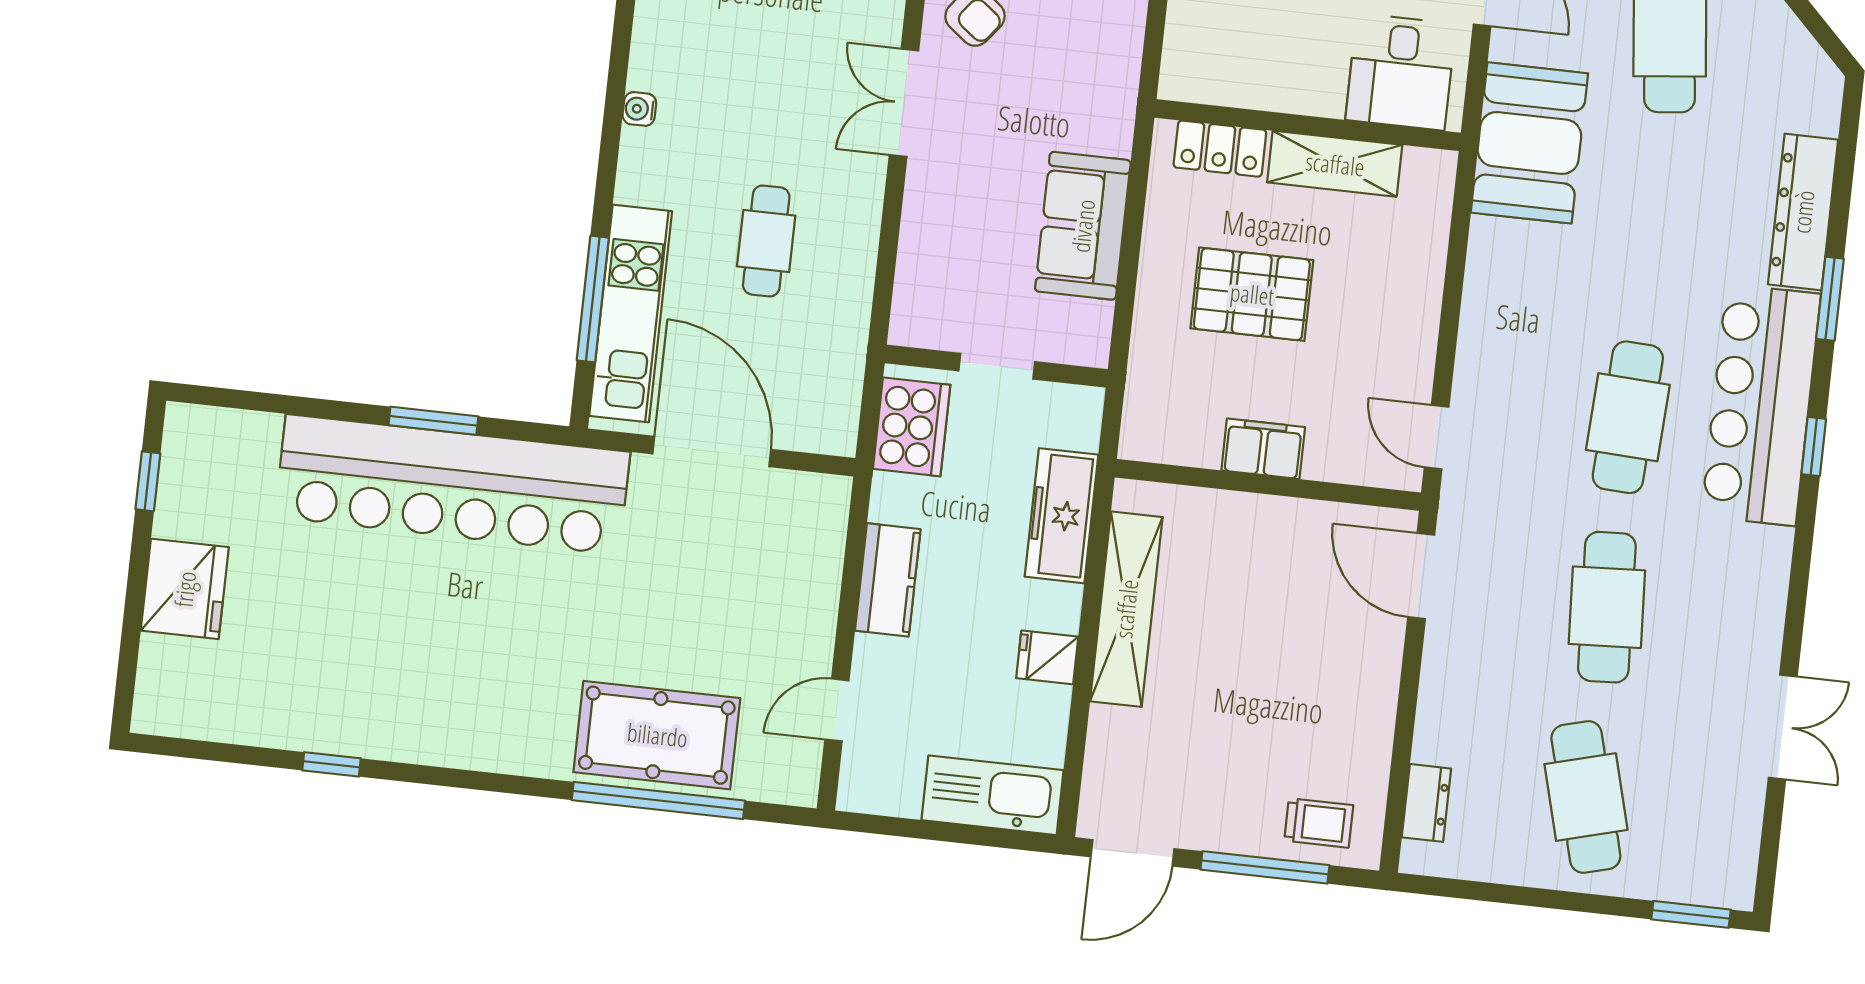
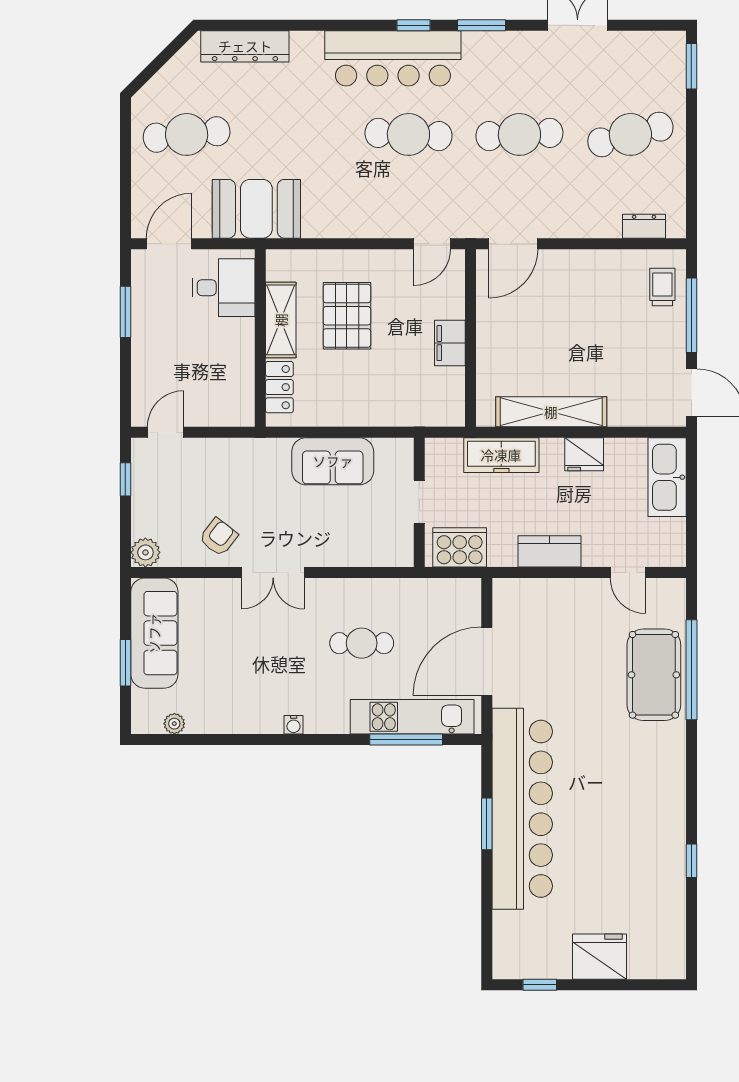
dresser: (1803, 212) -> (245, 46), moved
pallet: (1252, 294) -> (347, 316), moved
window: (1830, 299) -> (481, 25), moved
fridge: (1047, 657) -> (584, 454), width x1.38

